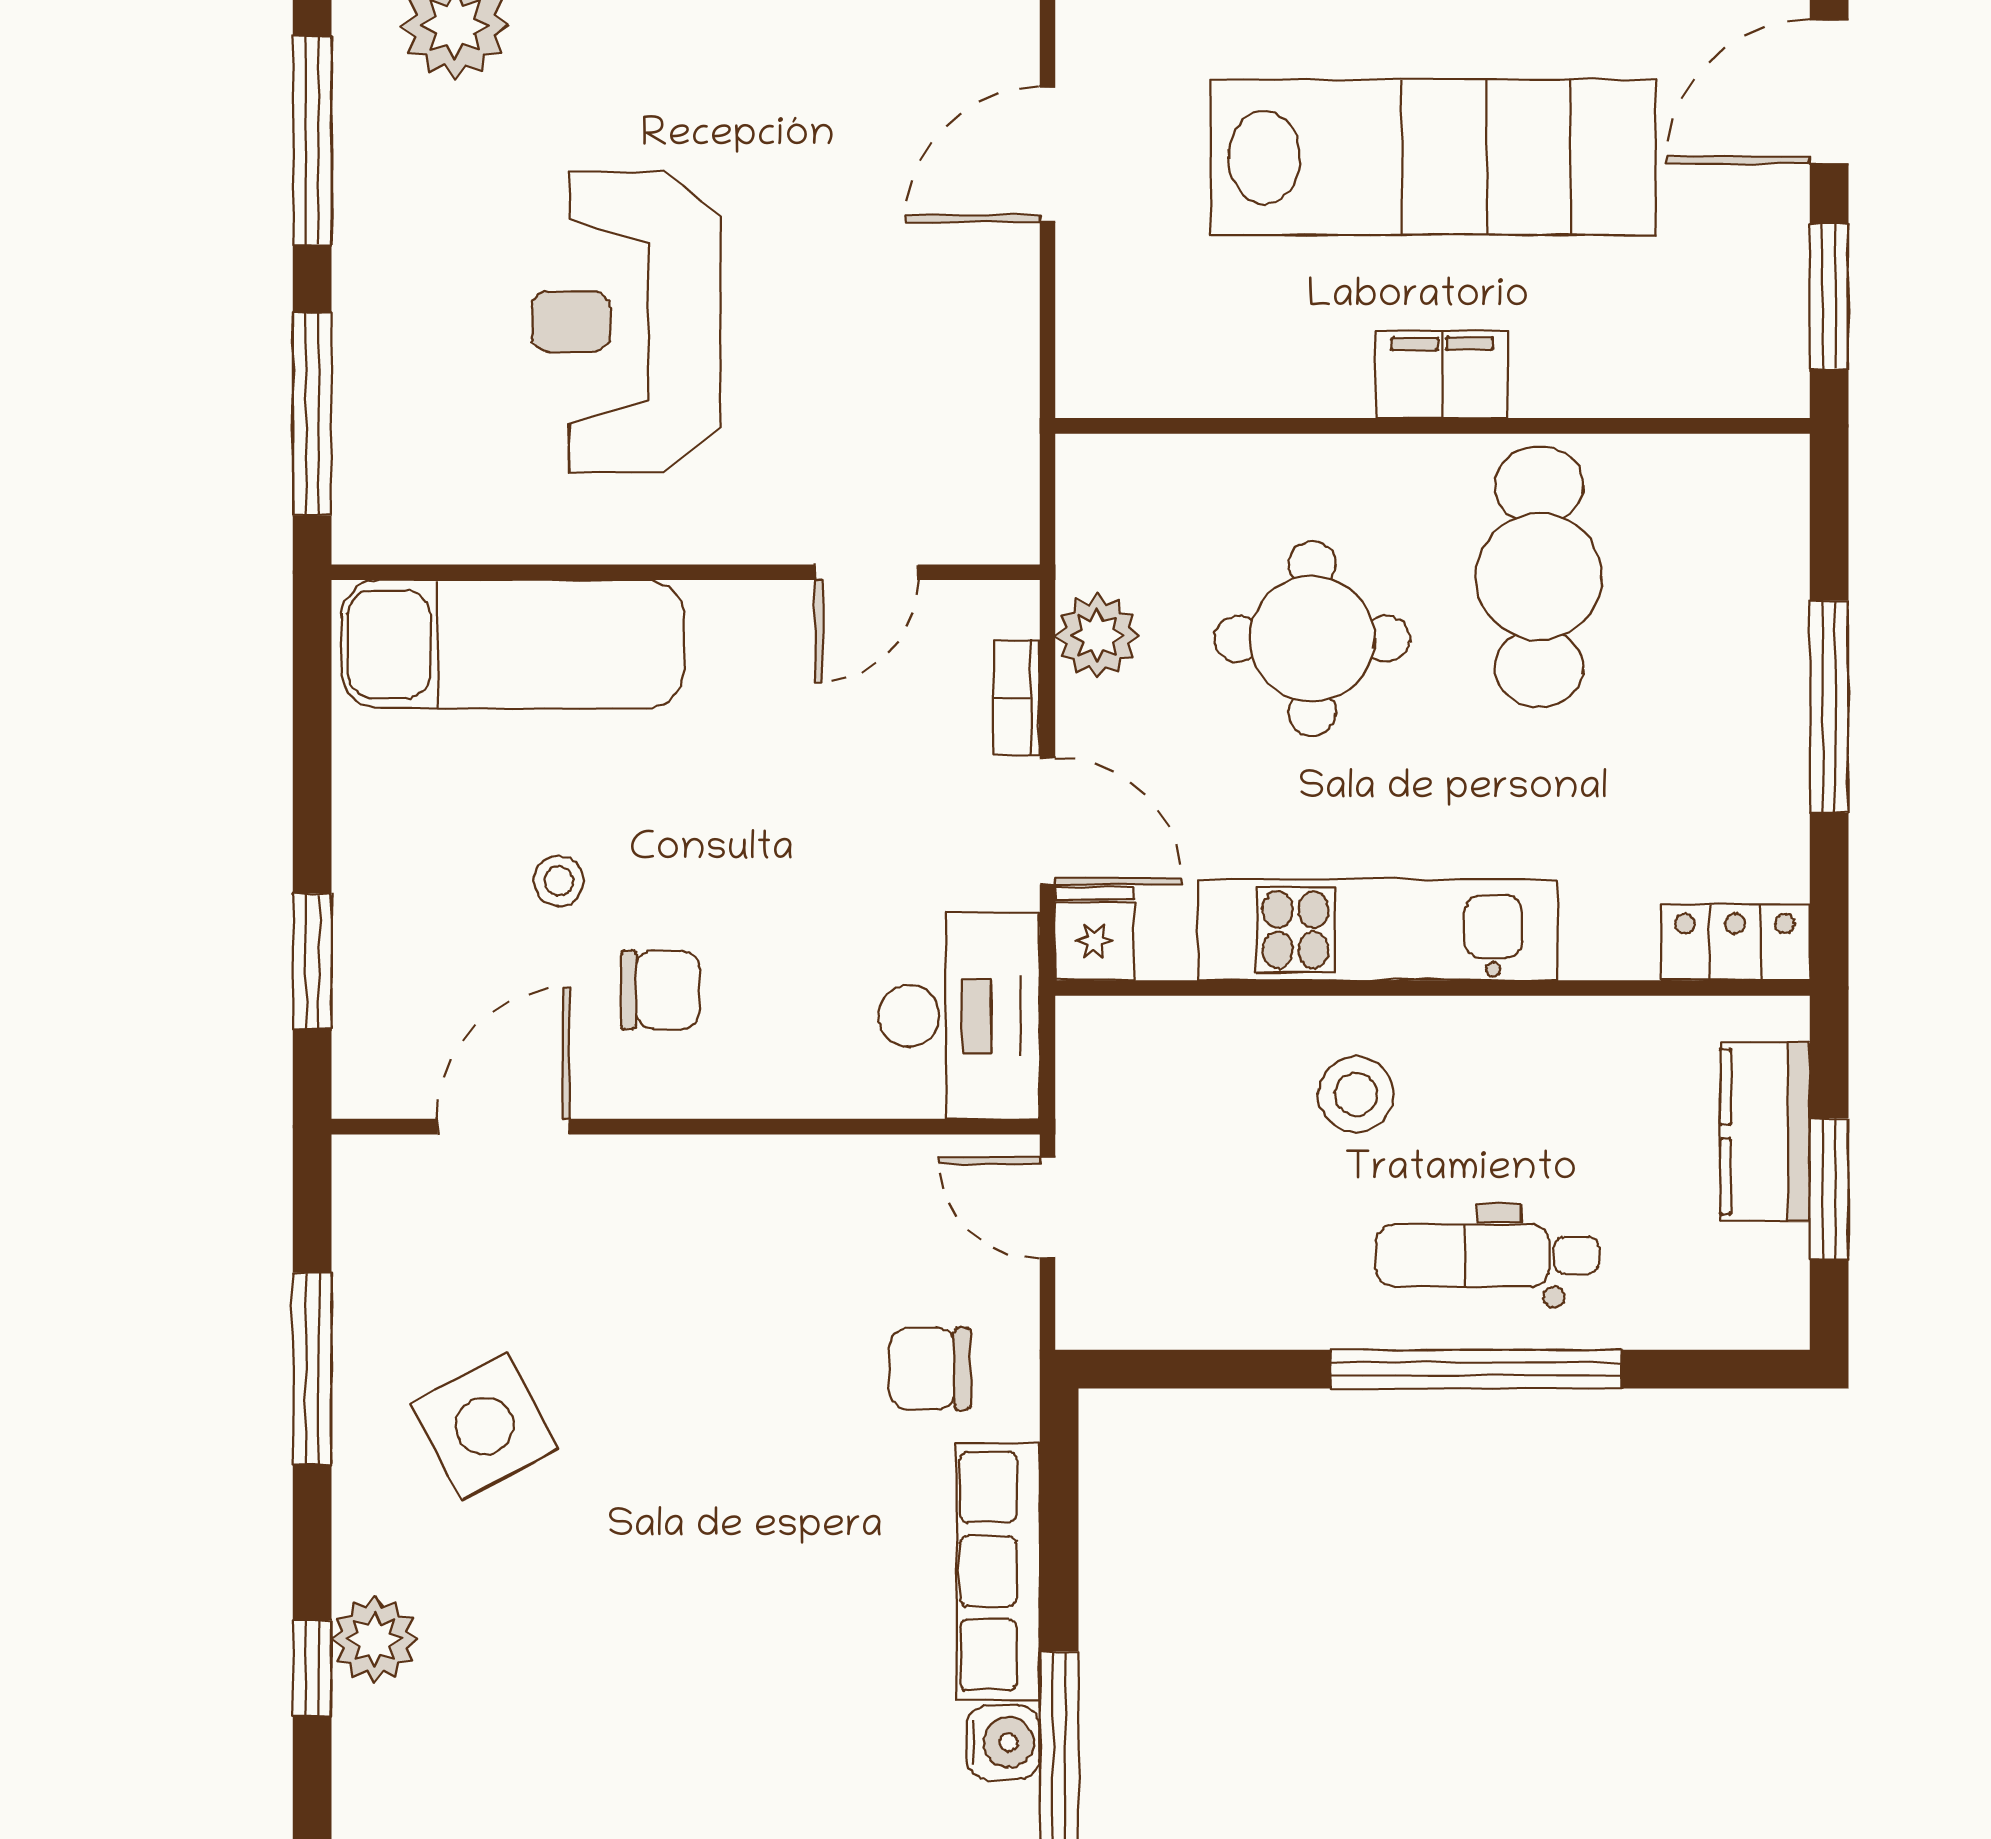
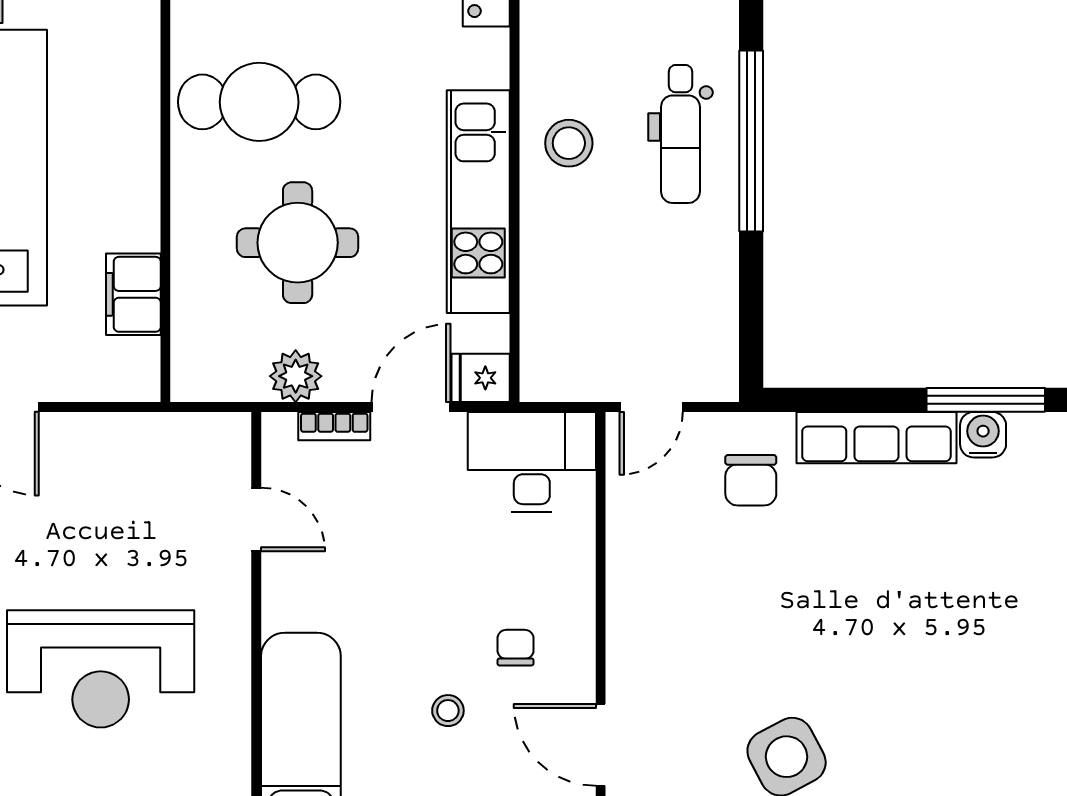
filing cabinet: (1442, 374) -> (133, 294), moved
chair: (660, 990) -> (516, 648), width x0.73, depth x0.73
stool: (1356, 1094) -> (569, 143), moved

